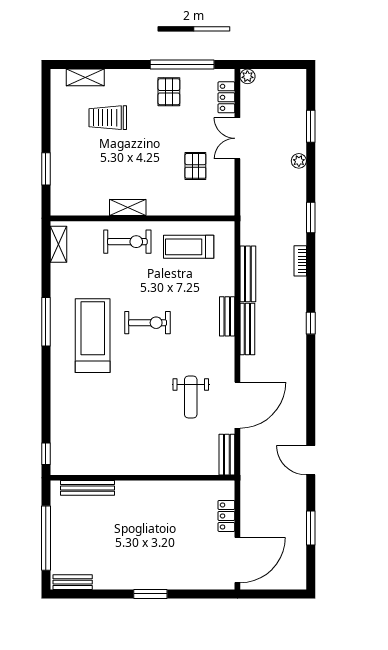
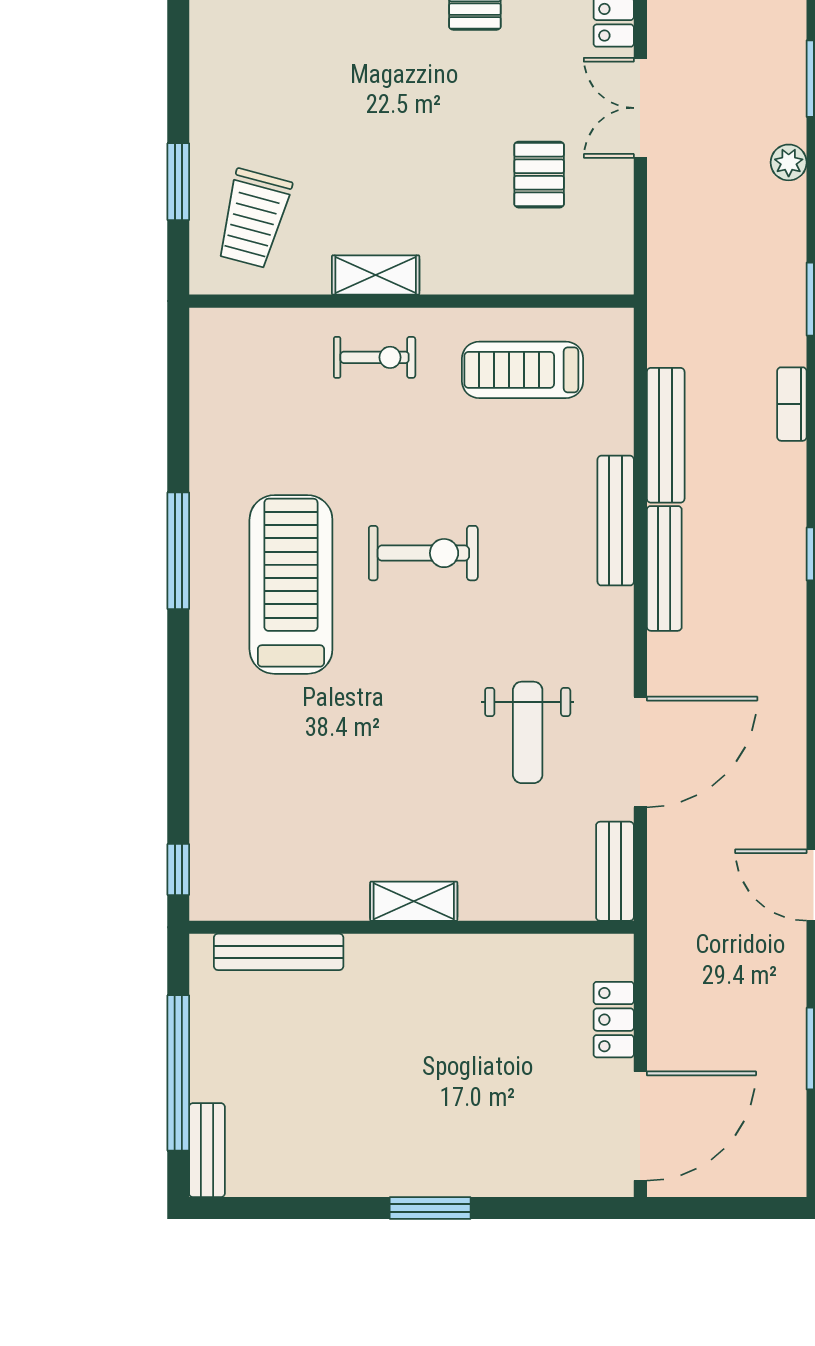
trolley: (108, 118) -> (254, 218), moved, turned -75
exercise bike: (127, 242) -> (375, 357), width x0.73, depth x0.72
shelving: (59, 244) -> (414, 901), moved, turned 90
bench: (227, 316) -> (616, 521), width x1.36
bench: (73, 582) -> (207, 1150), moved, turned 90

